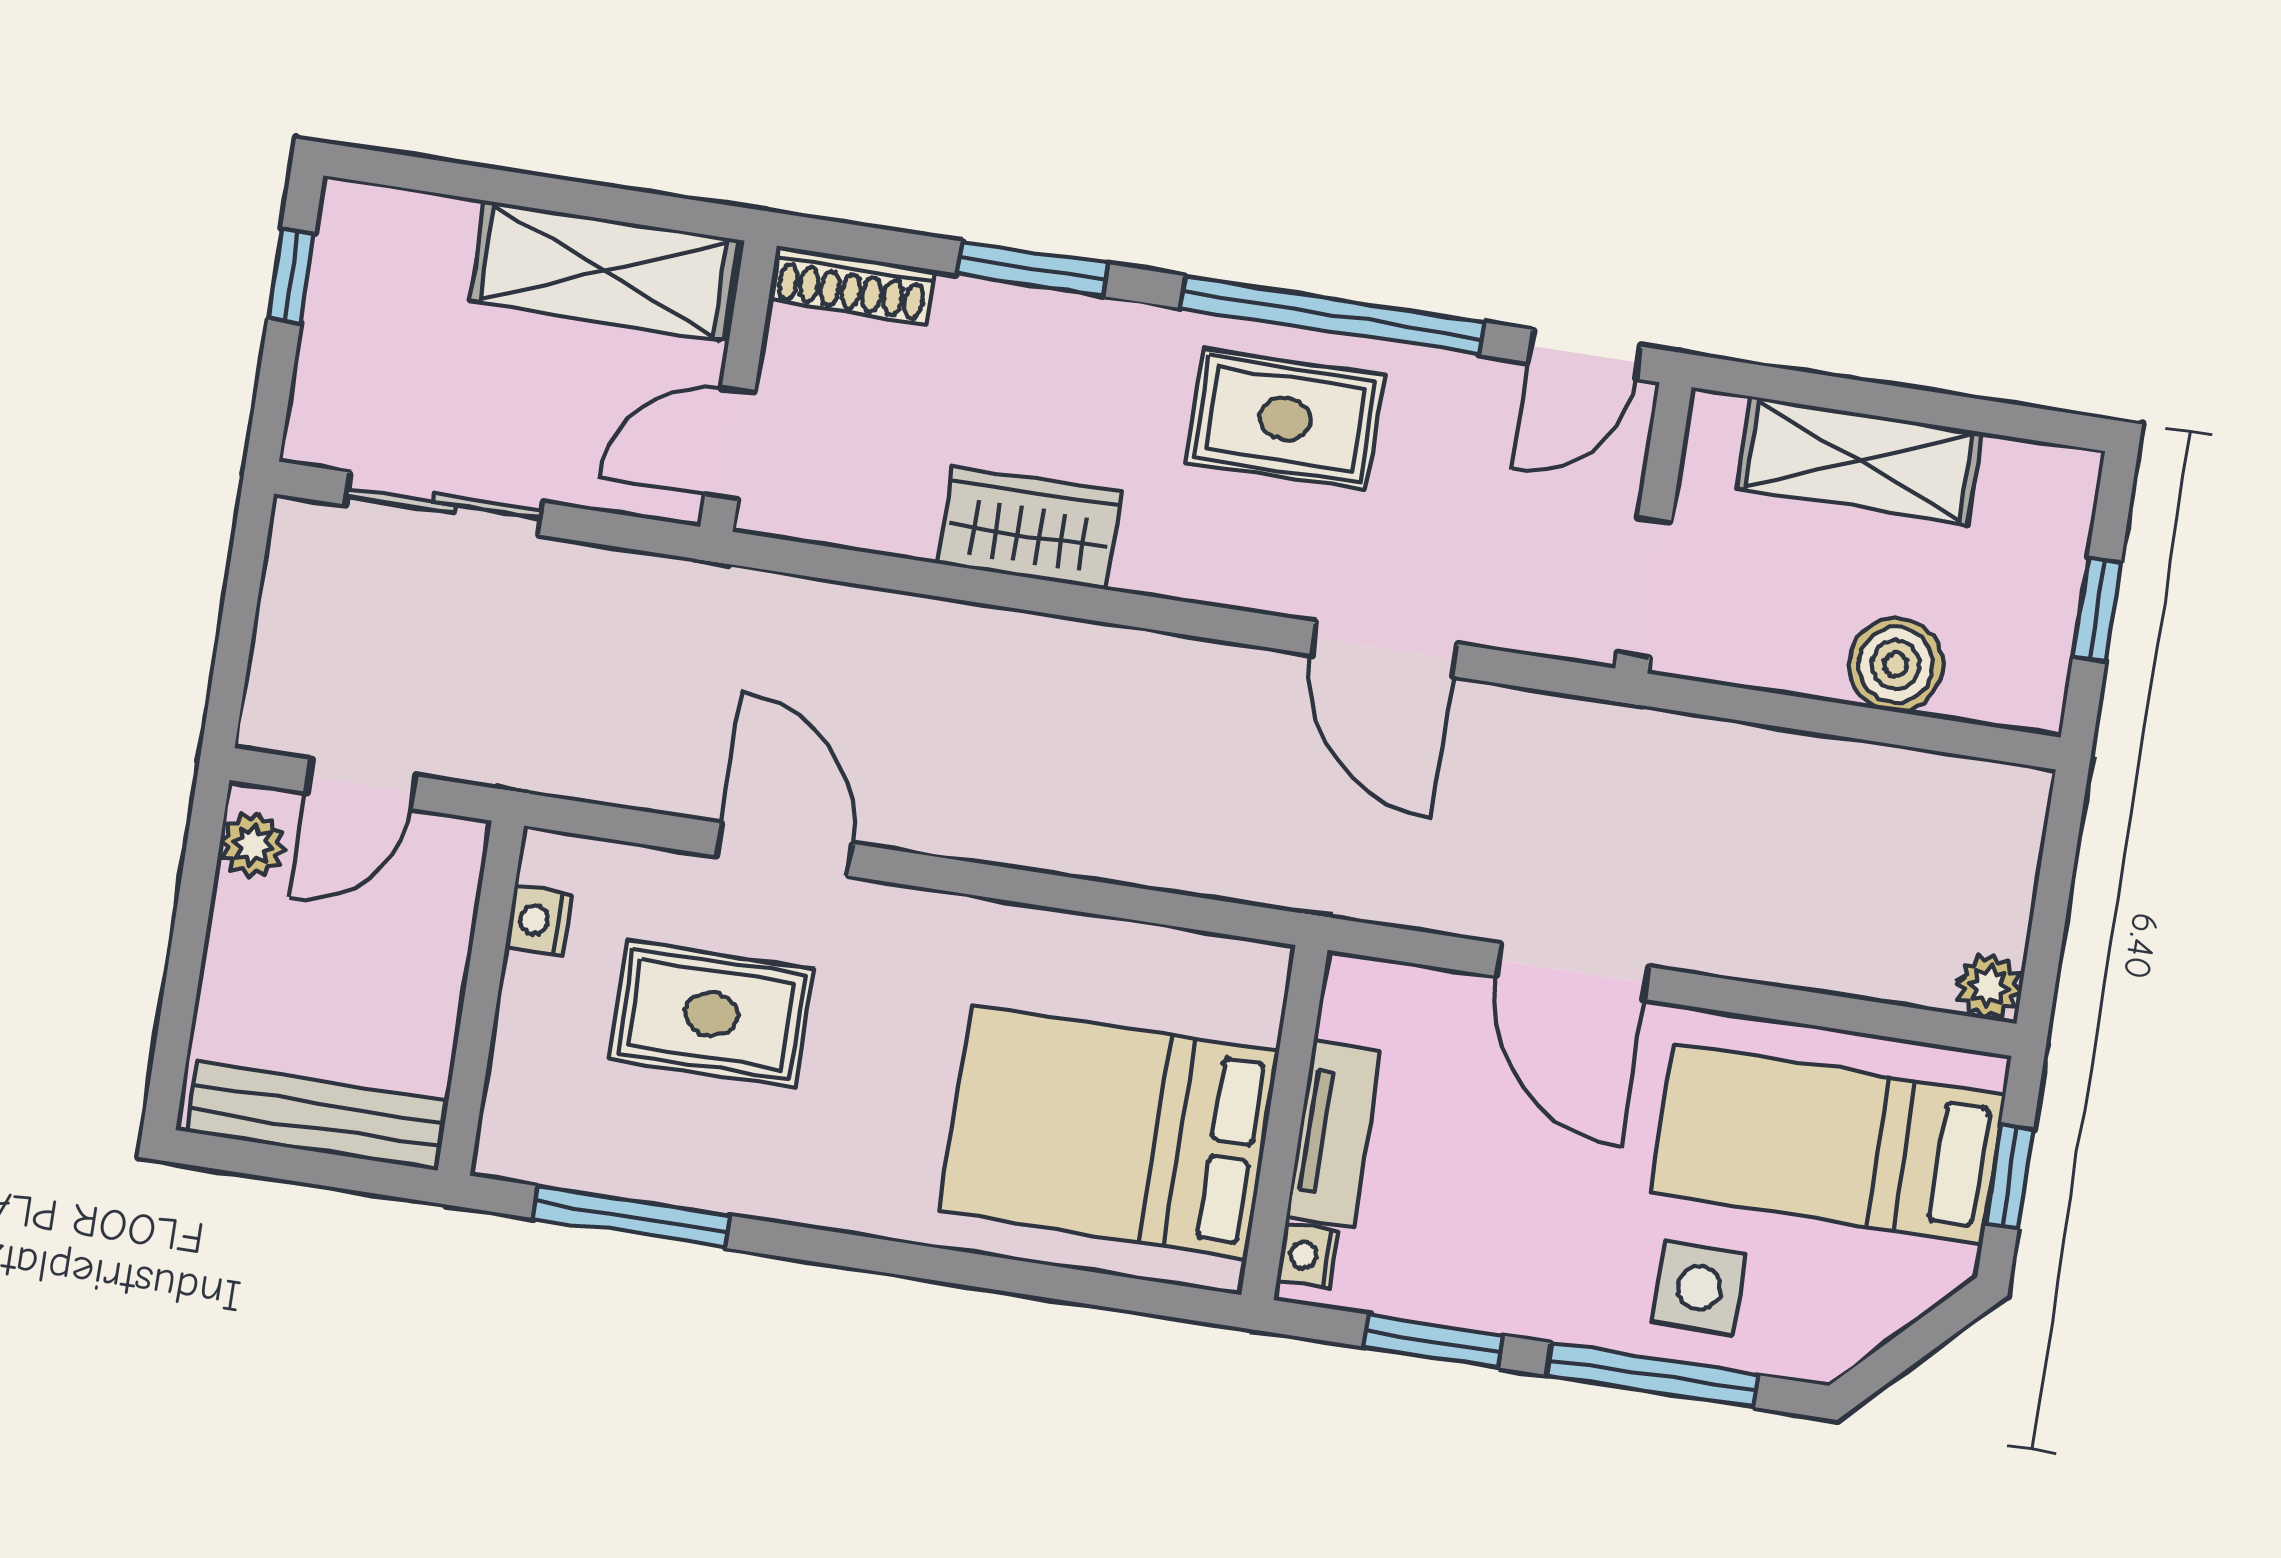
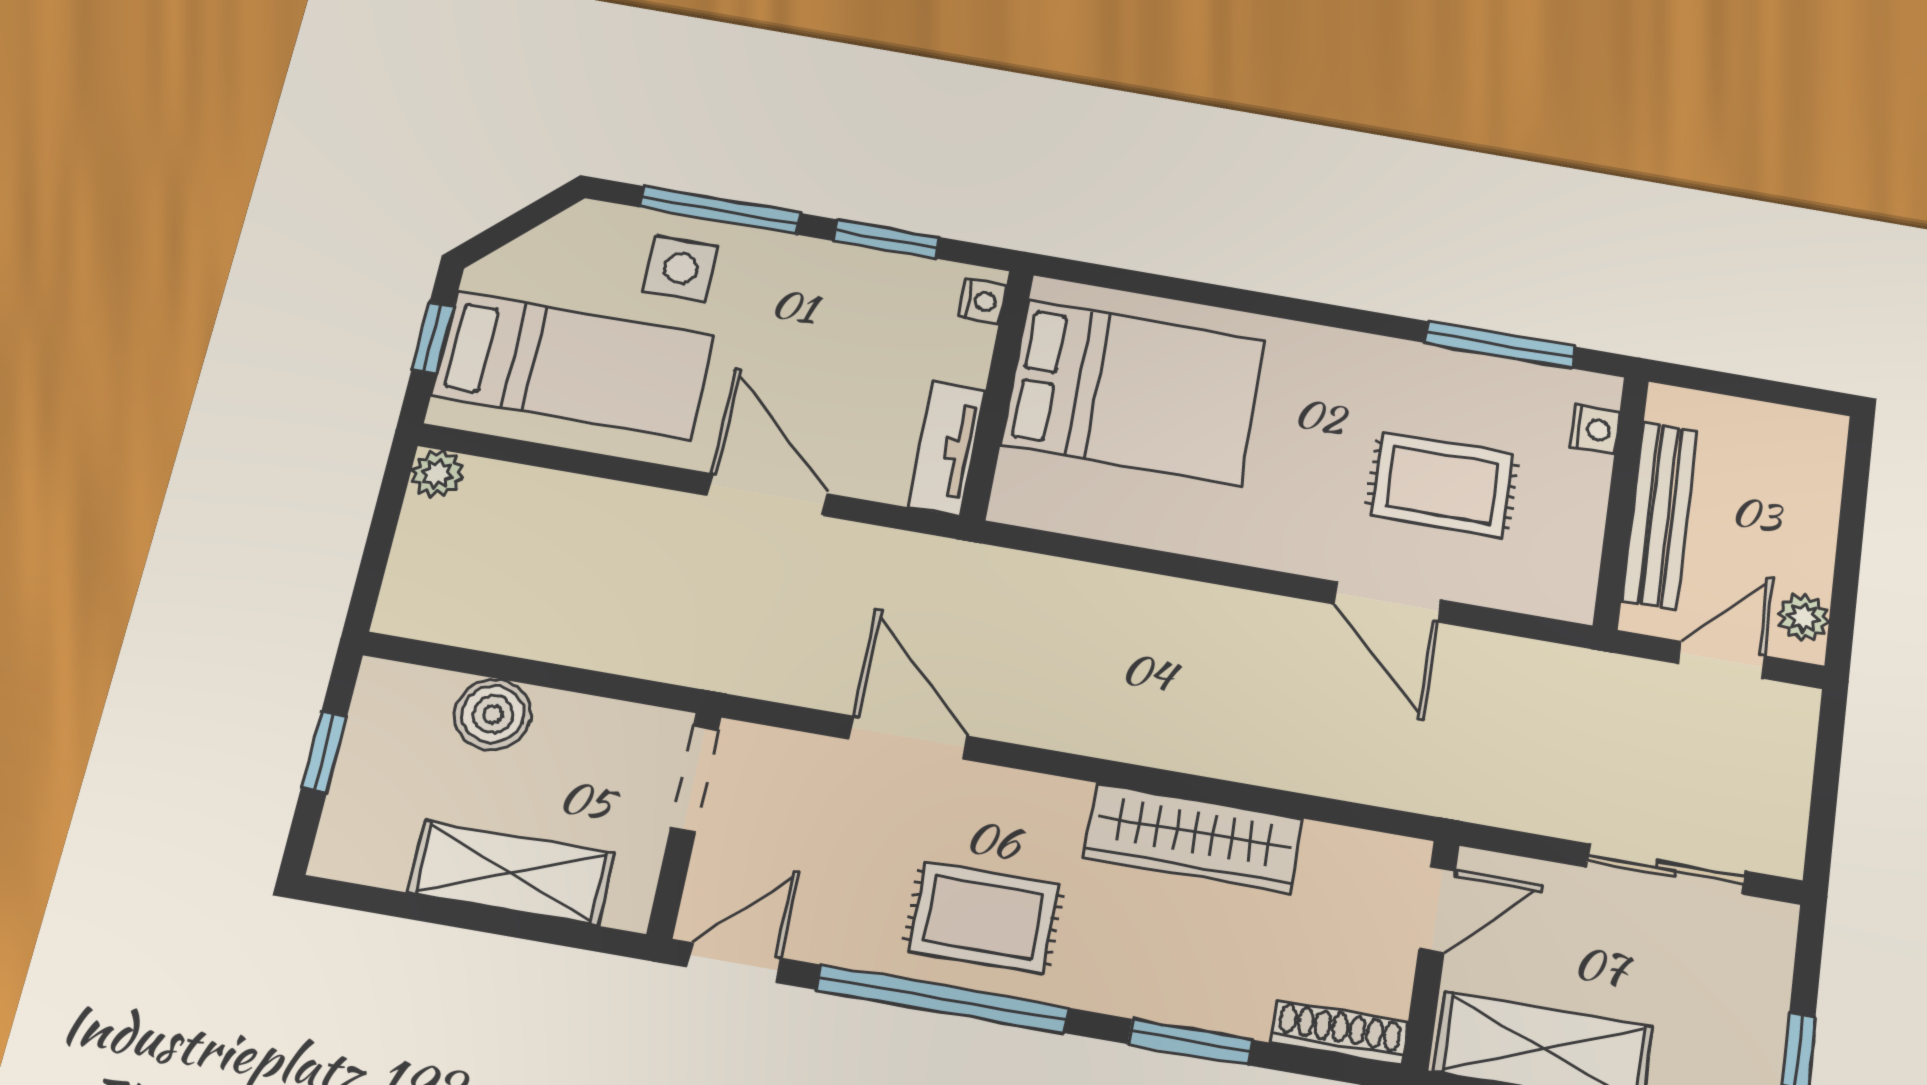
wardrobe: (1030, 528) -> (1193, 838), width x1.50
nightstand: (539, 921) -> (1595, 430), moved
bench: (318, 1116) -> (1660, 515), moved, turned 90
tv unit: (1334, 1133) -> (947, 449), moved

